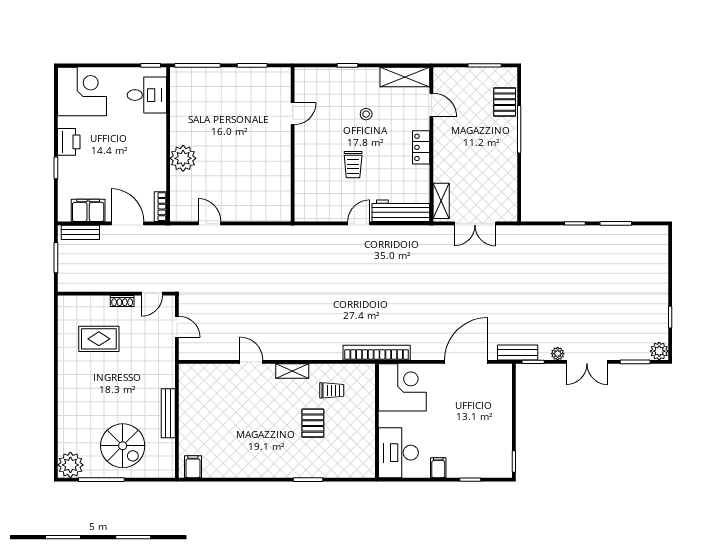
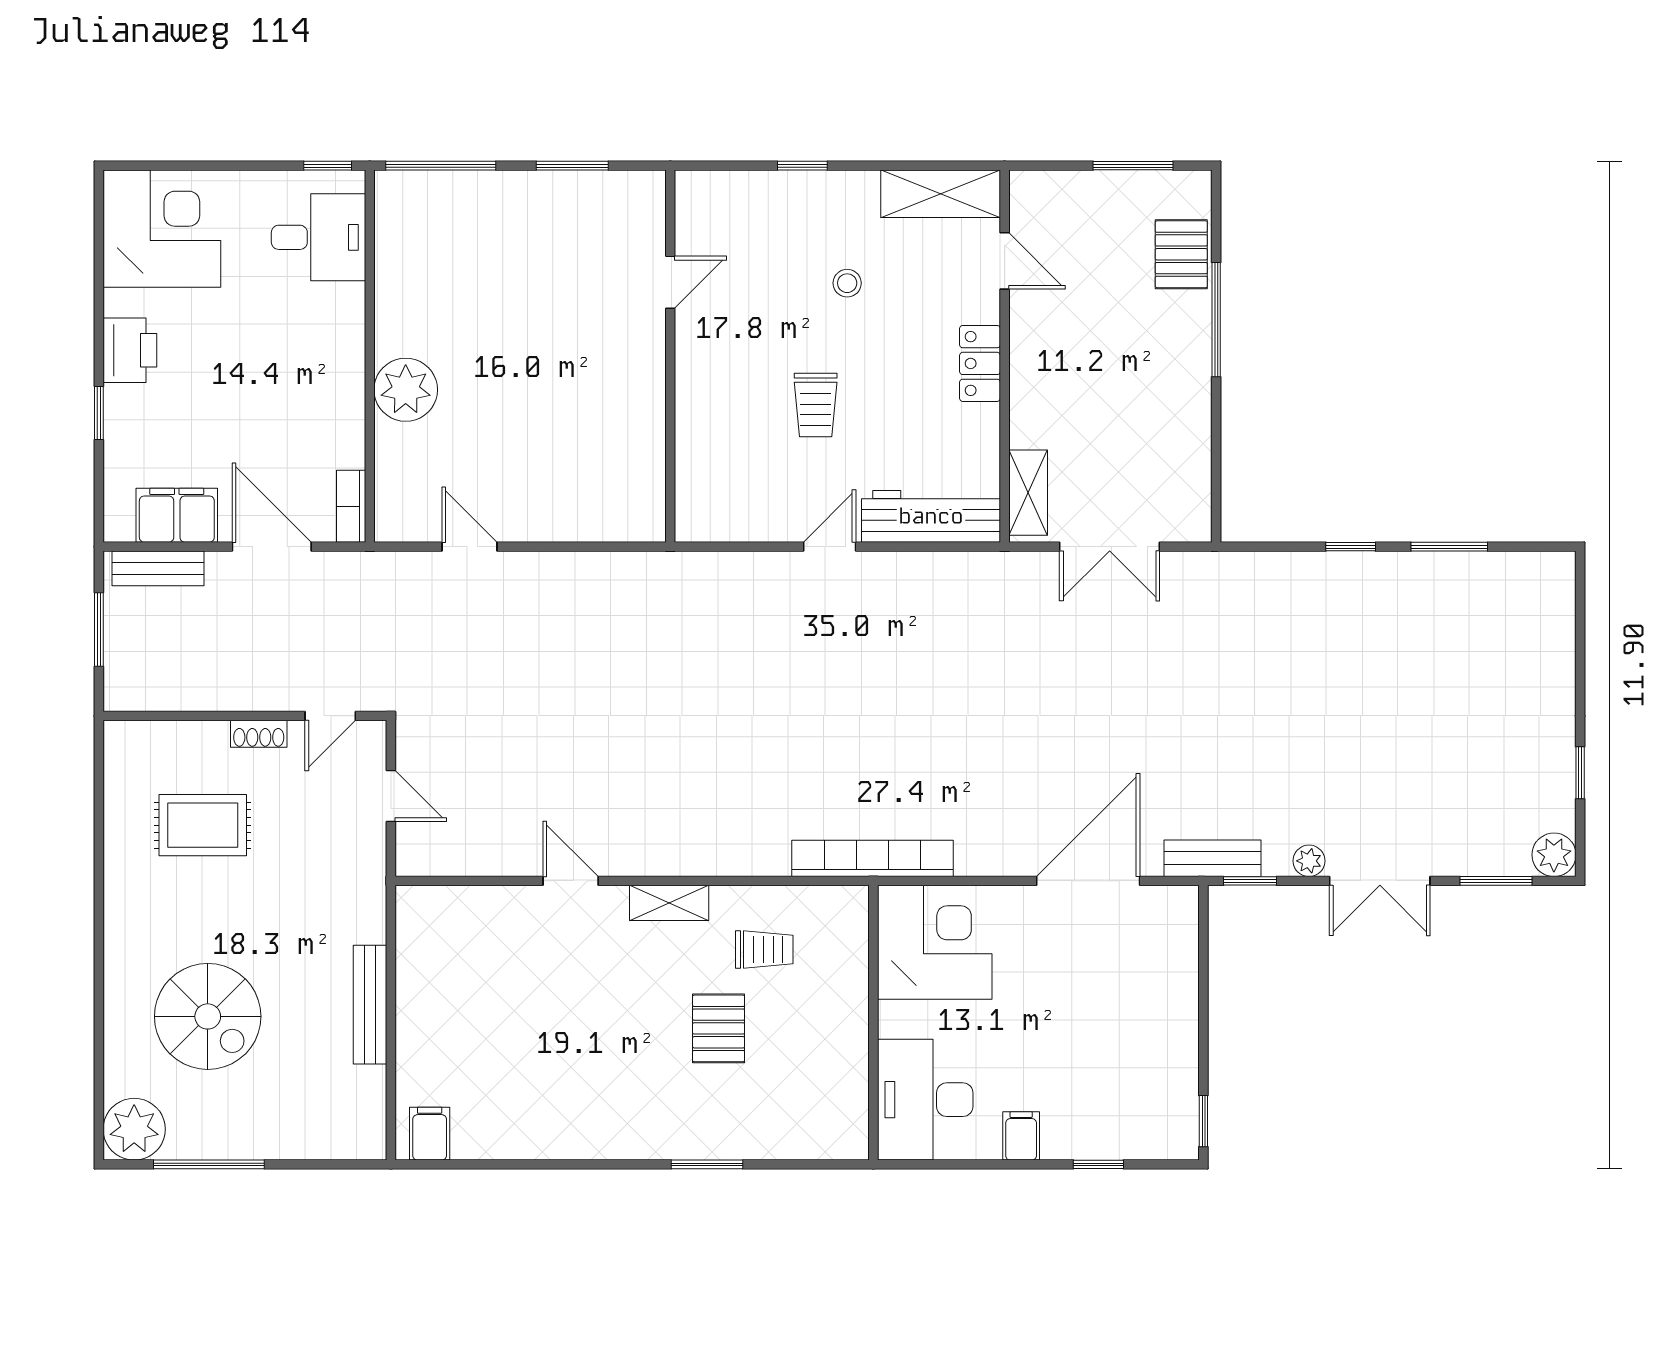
spiral stairs: (123, 446) -> (208, 1016), moved

